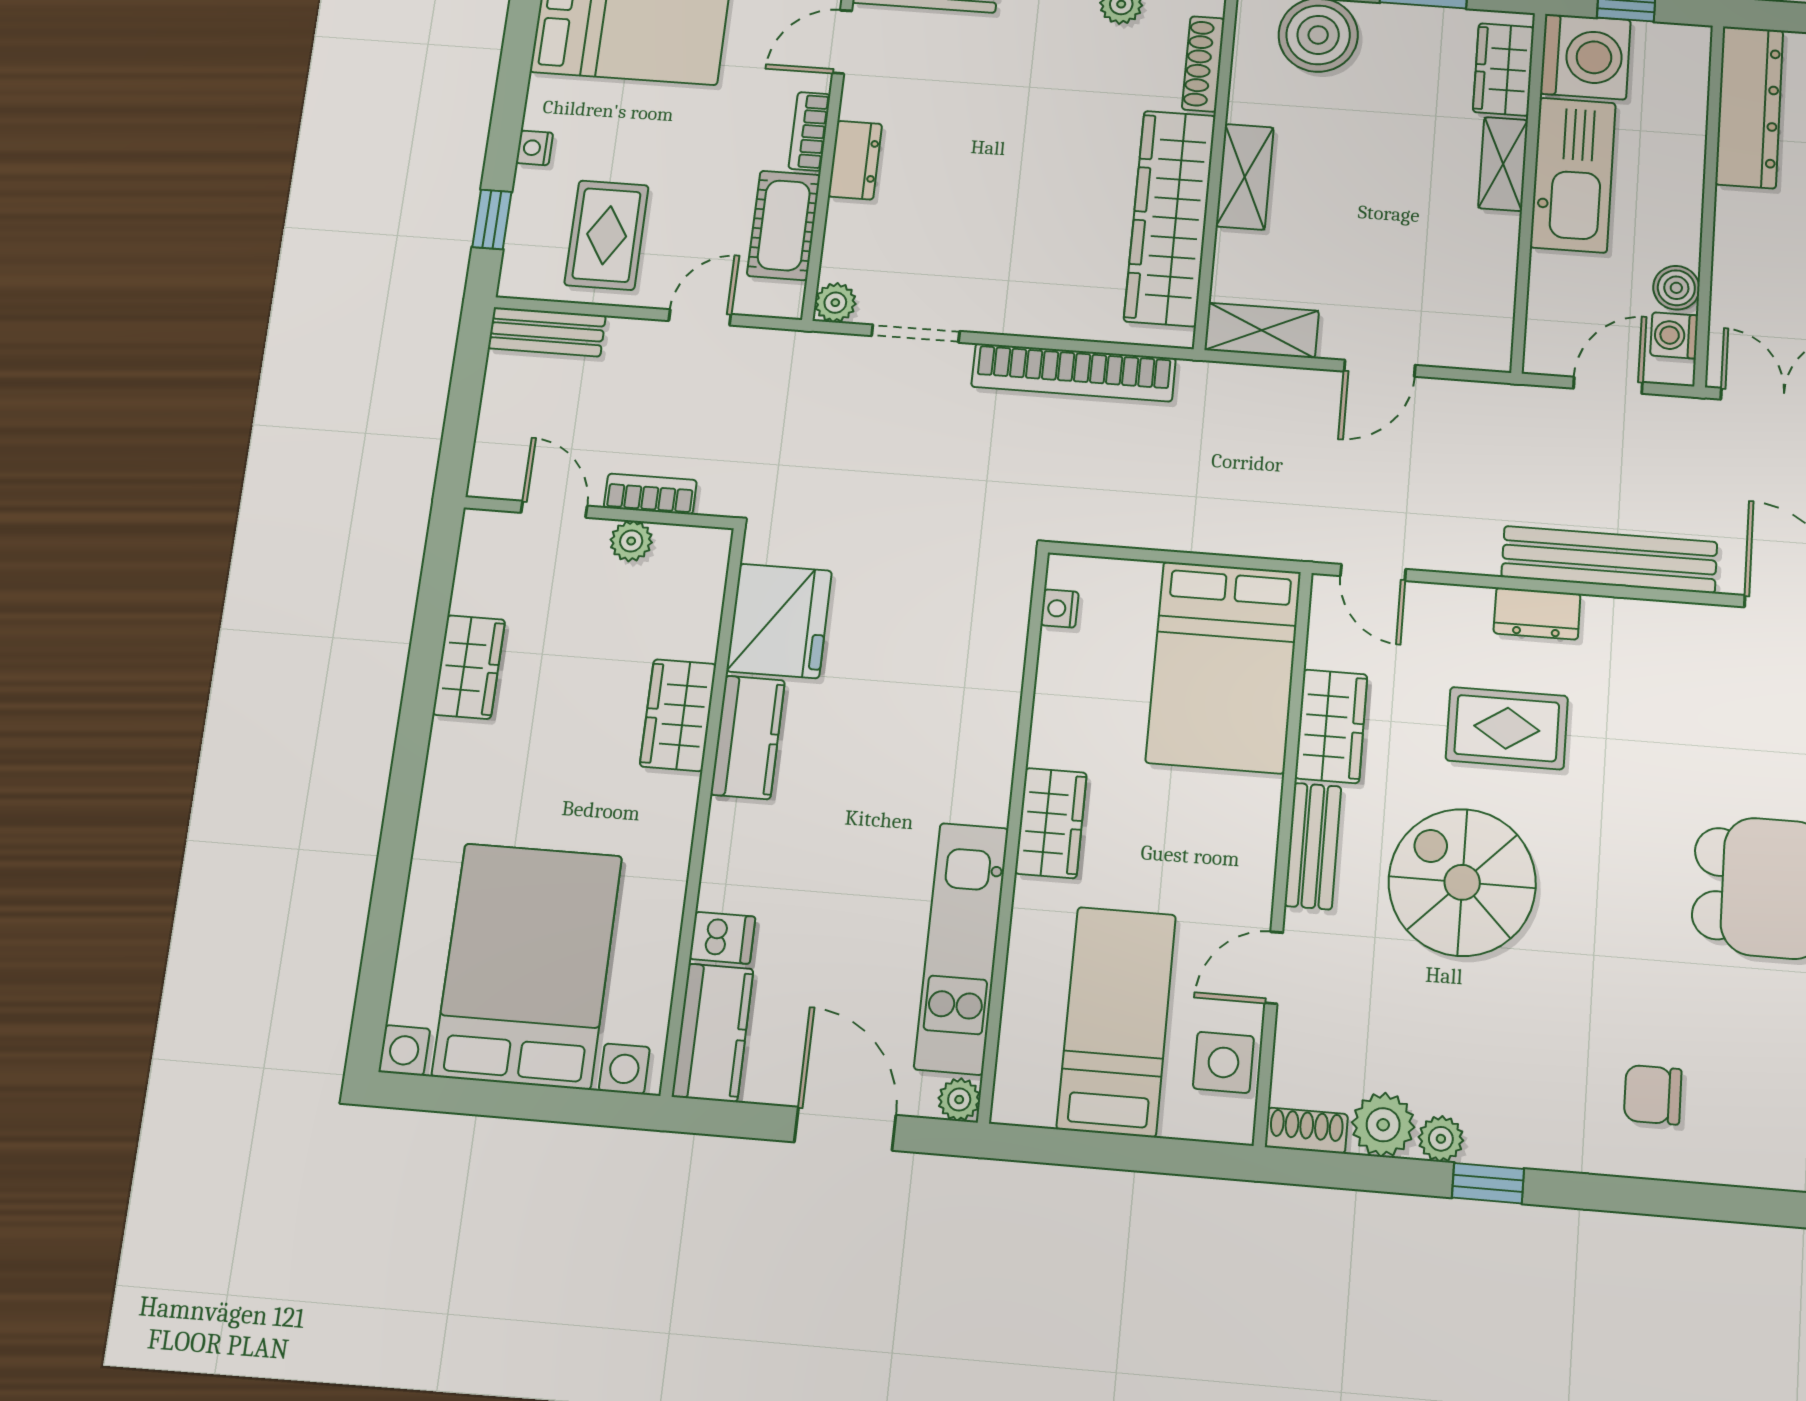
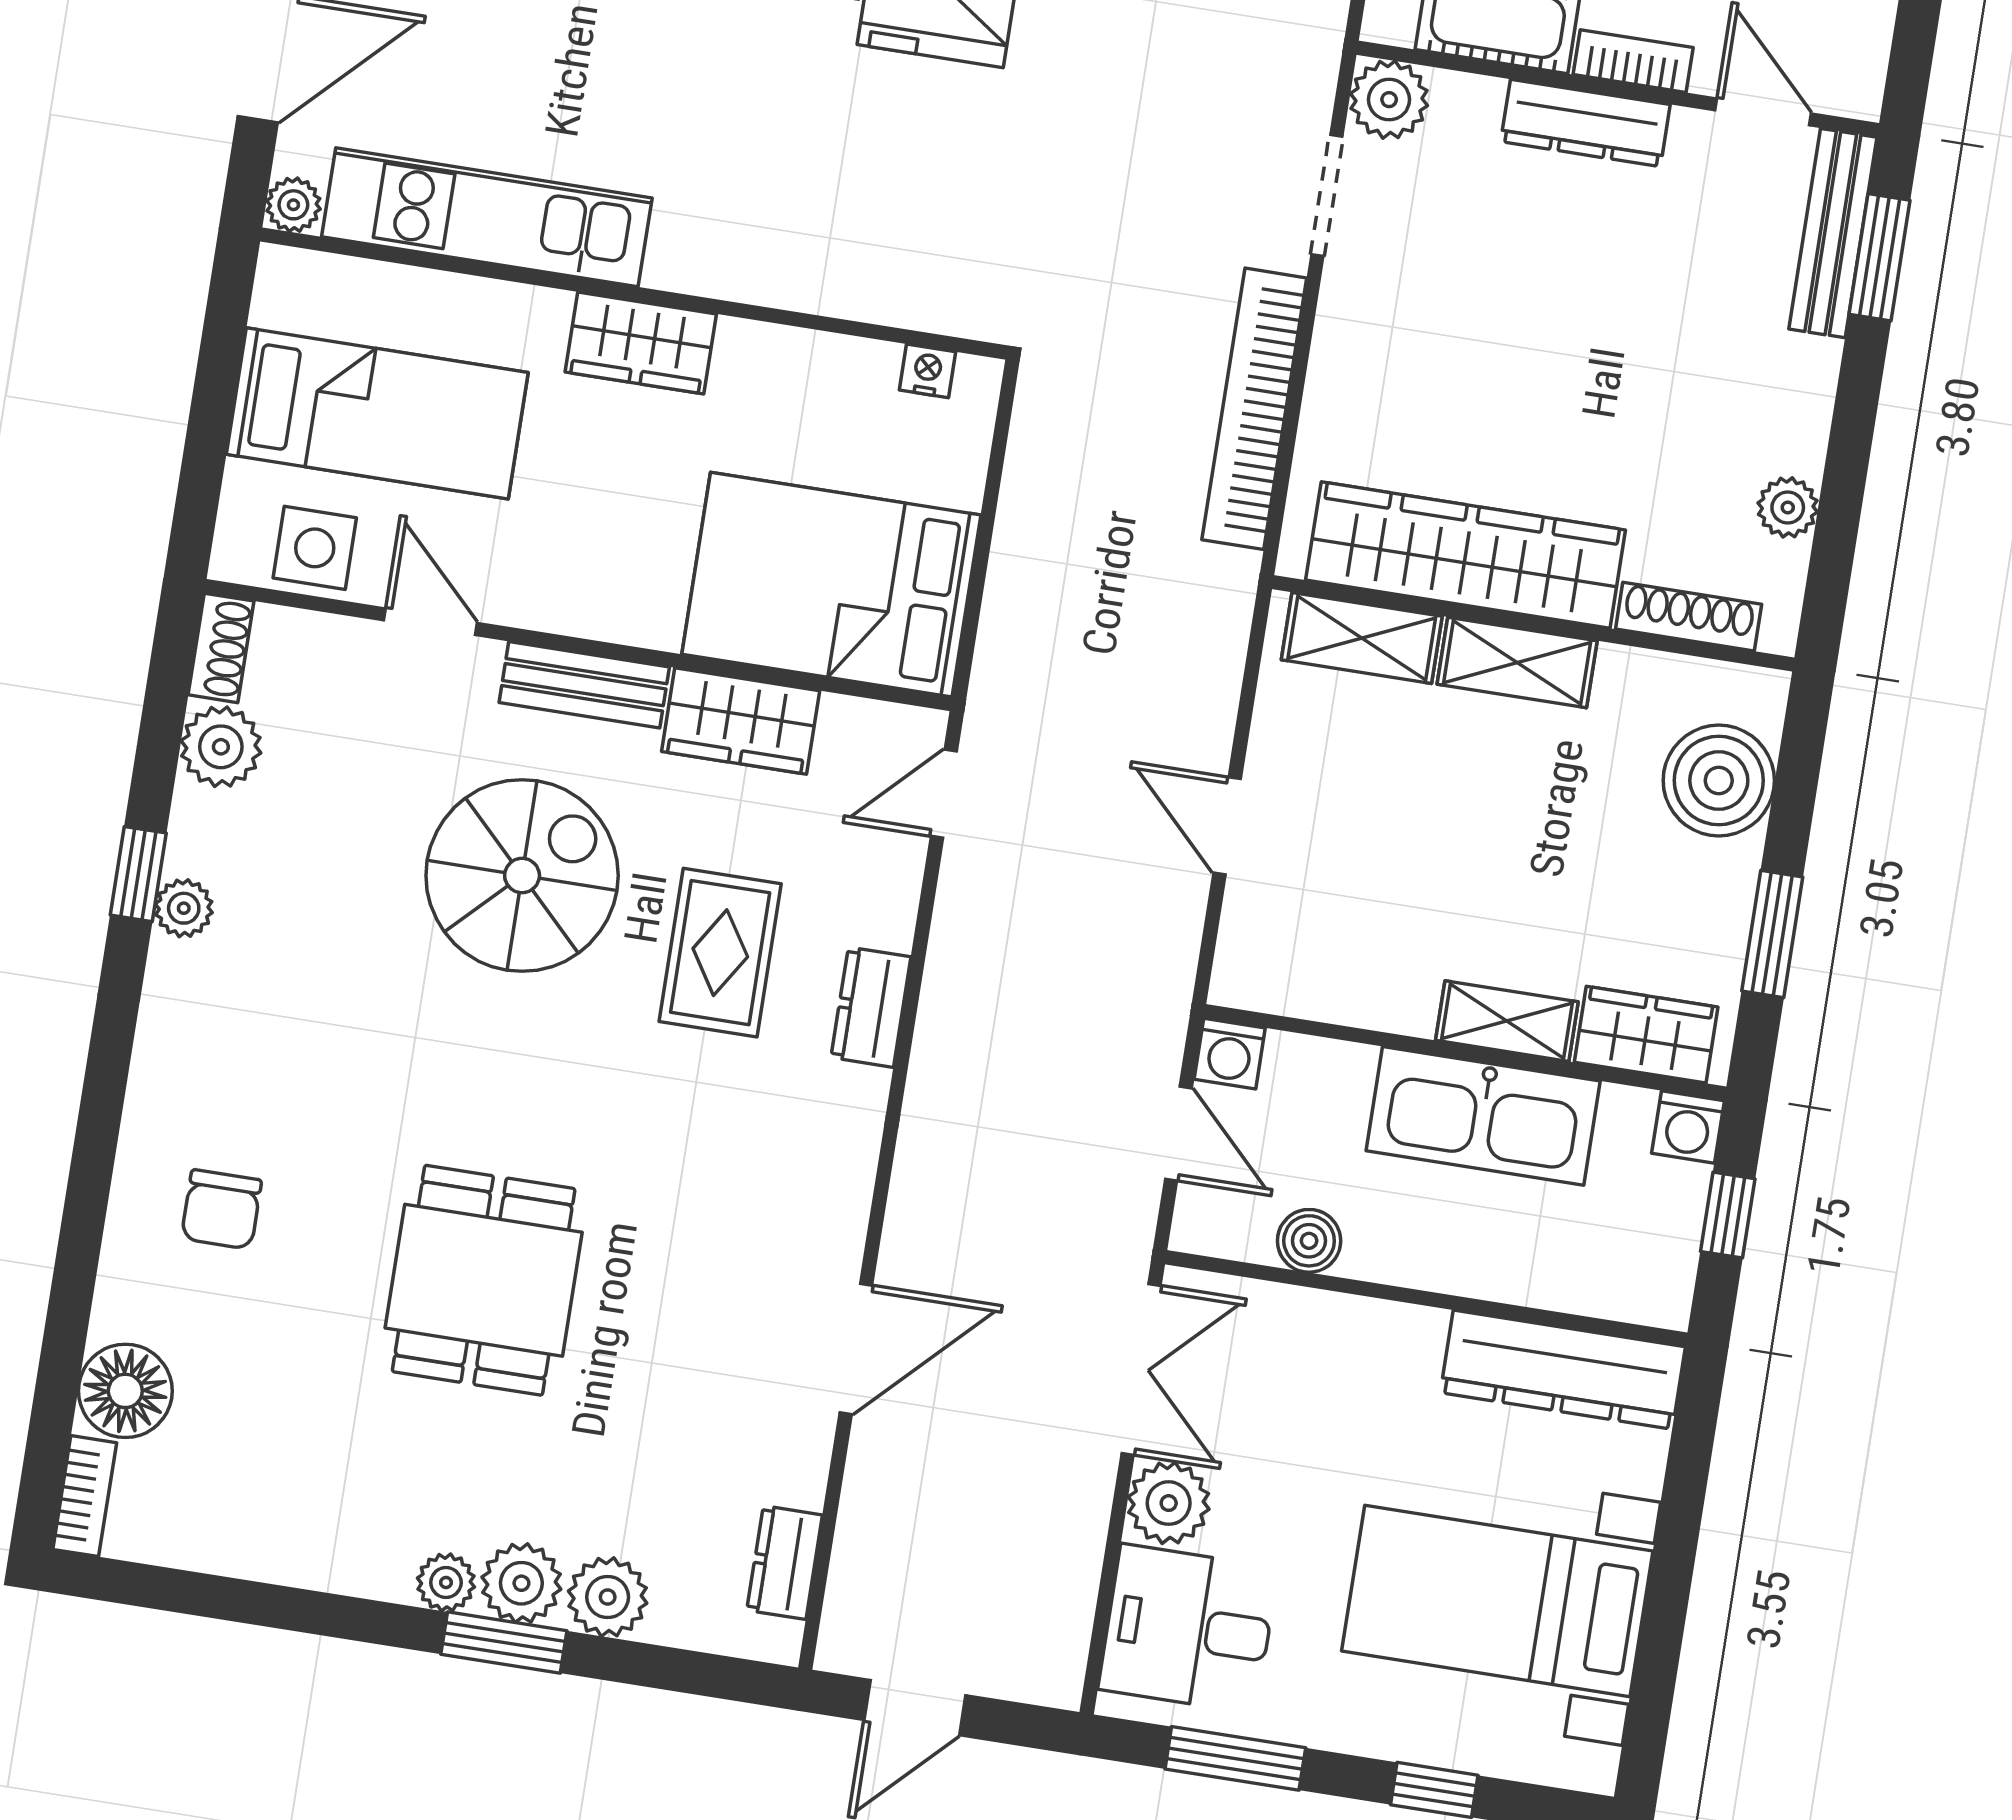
washing machine: (1585, 57) -> (1688, 1127), width x0.53, depth x0.53
dresser: (855, 160) -> (1585, 123), width x1.44
plant: (835, 303) -> (1389, 100), width x1.38, depth x1.38
shelving: (1262, 330) -> (1362, 638), moved, turned 90
washing machine: (1674, 335) -> (1230, 1054), moved, turned 180
bench: (1609, 560) -> (937, 1111), removed
chair: (1653, 1095) -> (221, 1209), moved, turned 180
plant: (1441, 1139) -> (184, 908), moved

